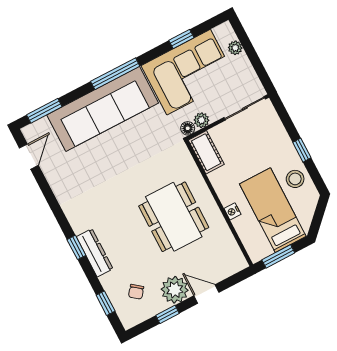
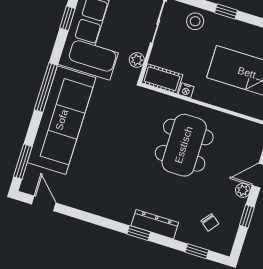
floor lamp: (188, 128) -> (133, 75), removed
stool: (295, 179) -> (195, 21), moved
nightstand: (232, 211) -> (186, 90), moved
dining table: (174, 217) -> (184, 145), turned 90
plant: (175, 290) -> (243, 190), width x0.53, depth x0.53

